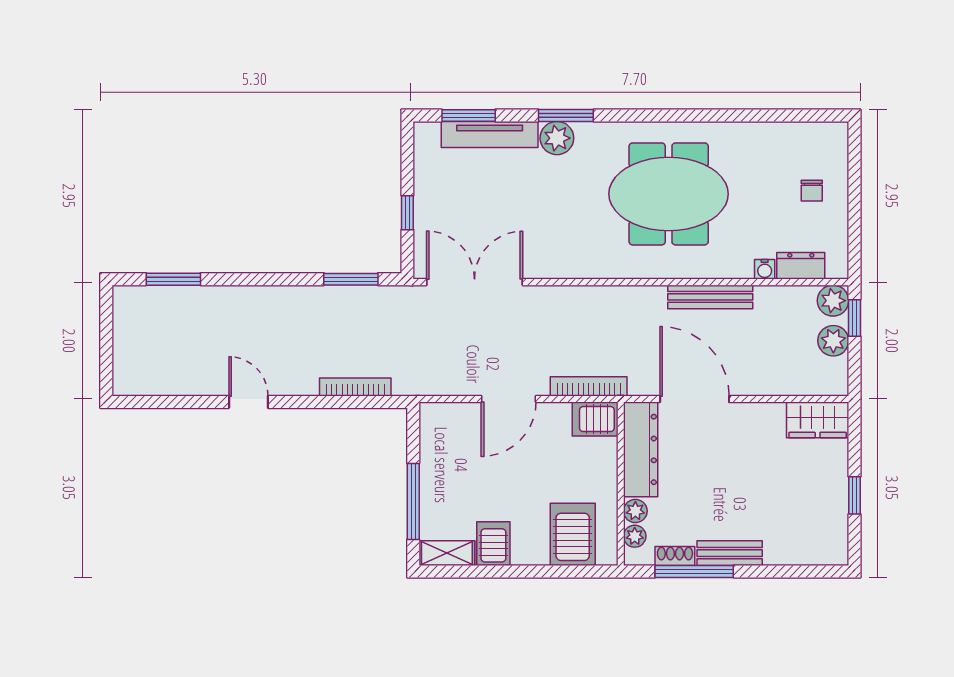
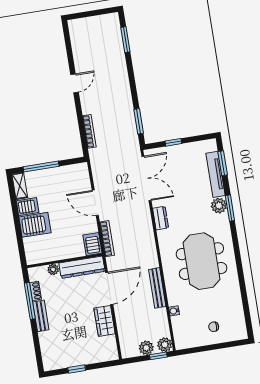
dresser: (801, 266) -> (161, 218), moved
wardrobe: (818, 420) -> (105, 321), moved
server rack: (573, 534) -> (35, 225), moved
plant: (635, 536) -> (42, 271), removed

